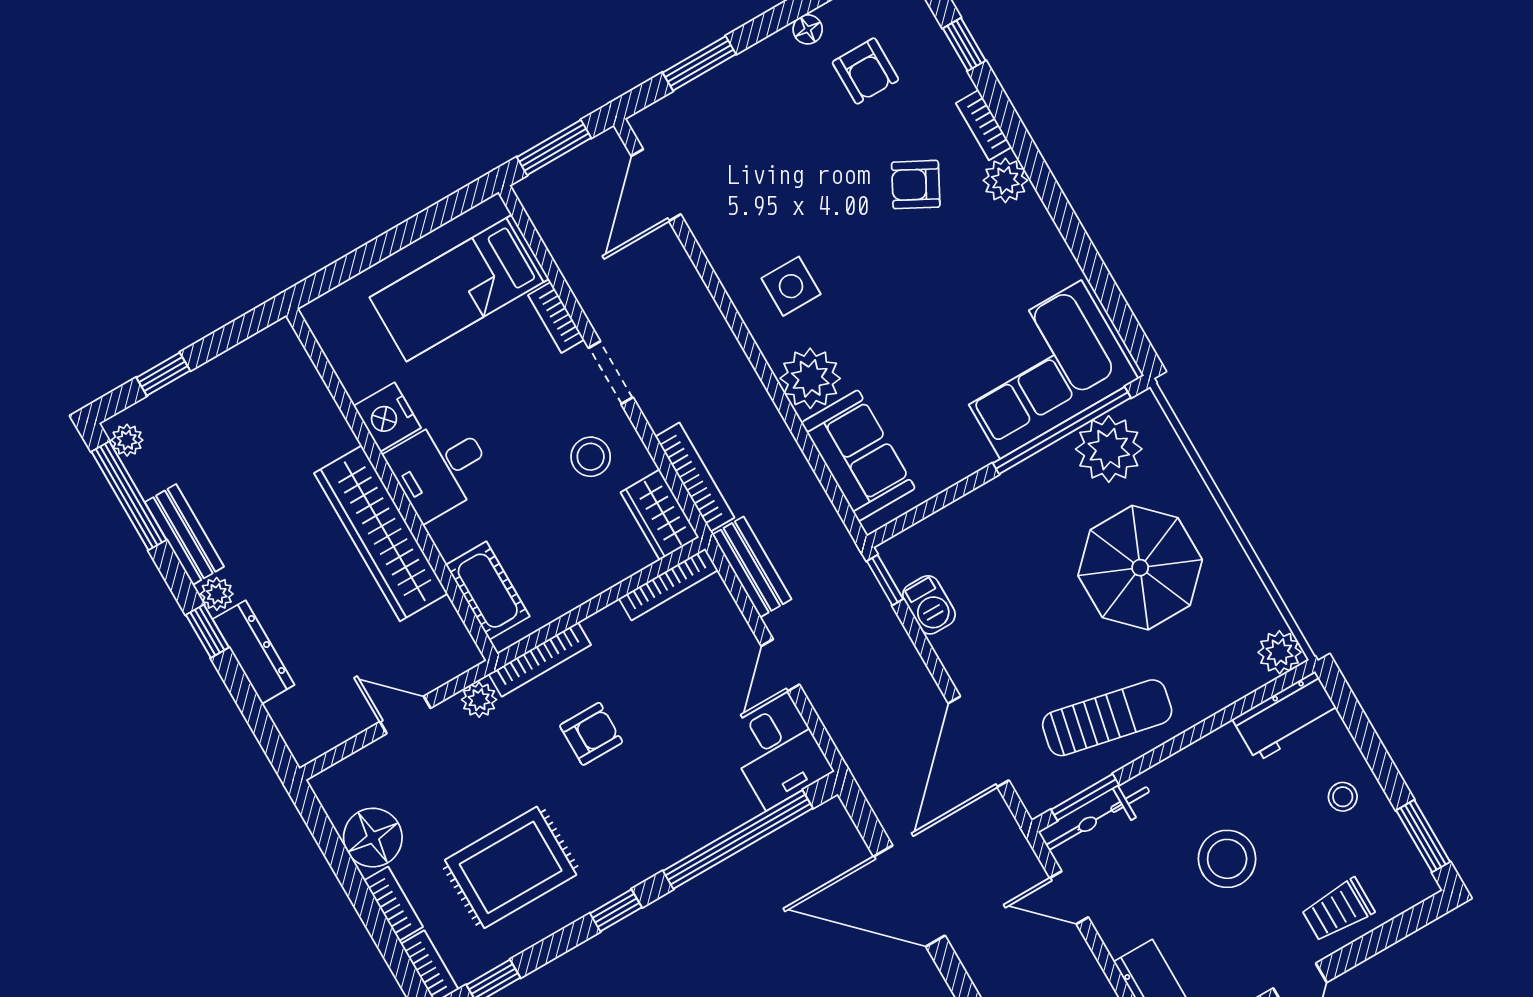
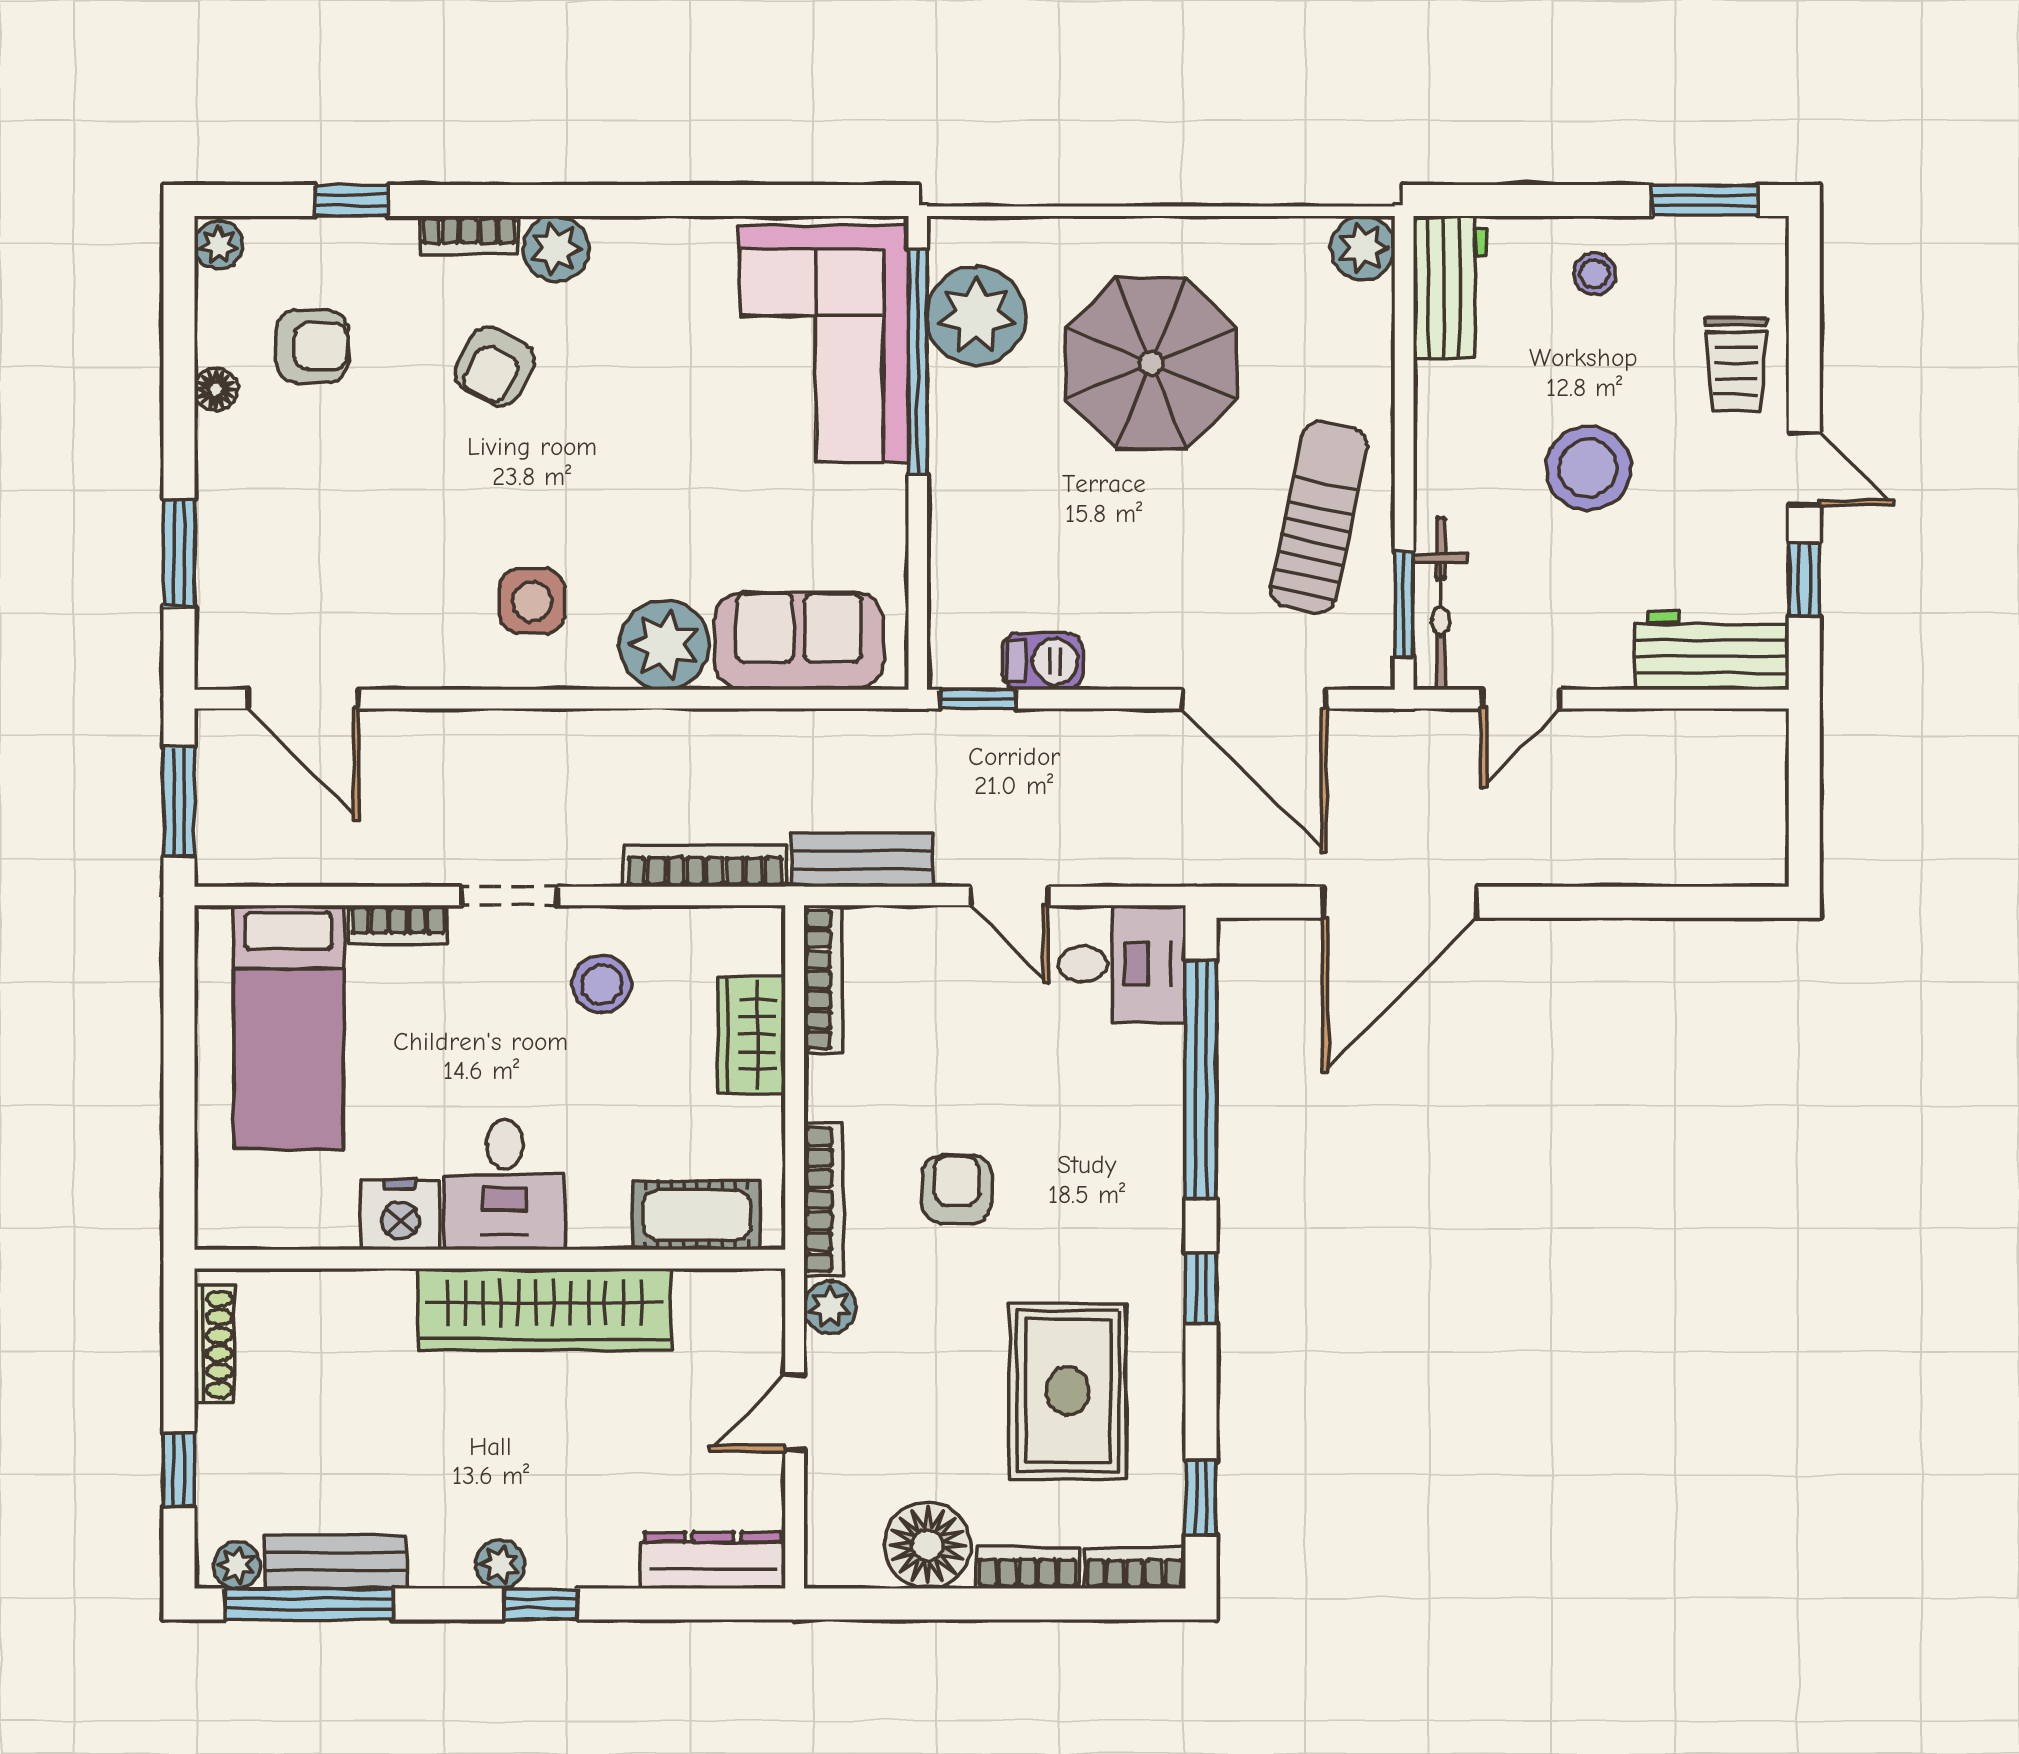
shoe rack: (249, 352) -> (215, 1344), added
wardrobe: (660, 515) -> (752, 1035), moved, turned 90
bench: (184, 534) -> (336, 1561), moved
dresser: (254, 652) -> (713, 1560), moved

